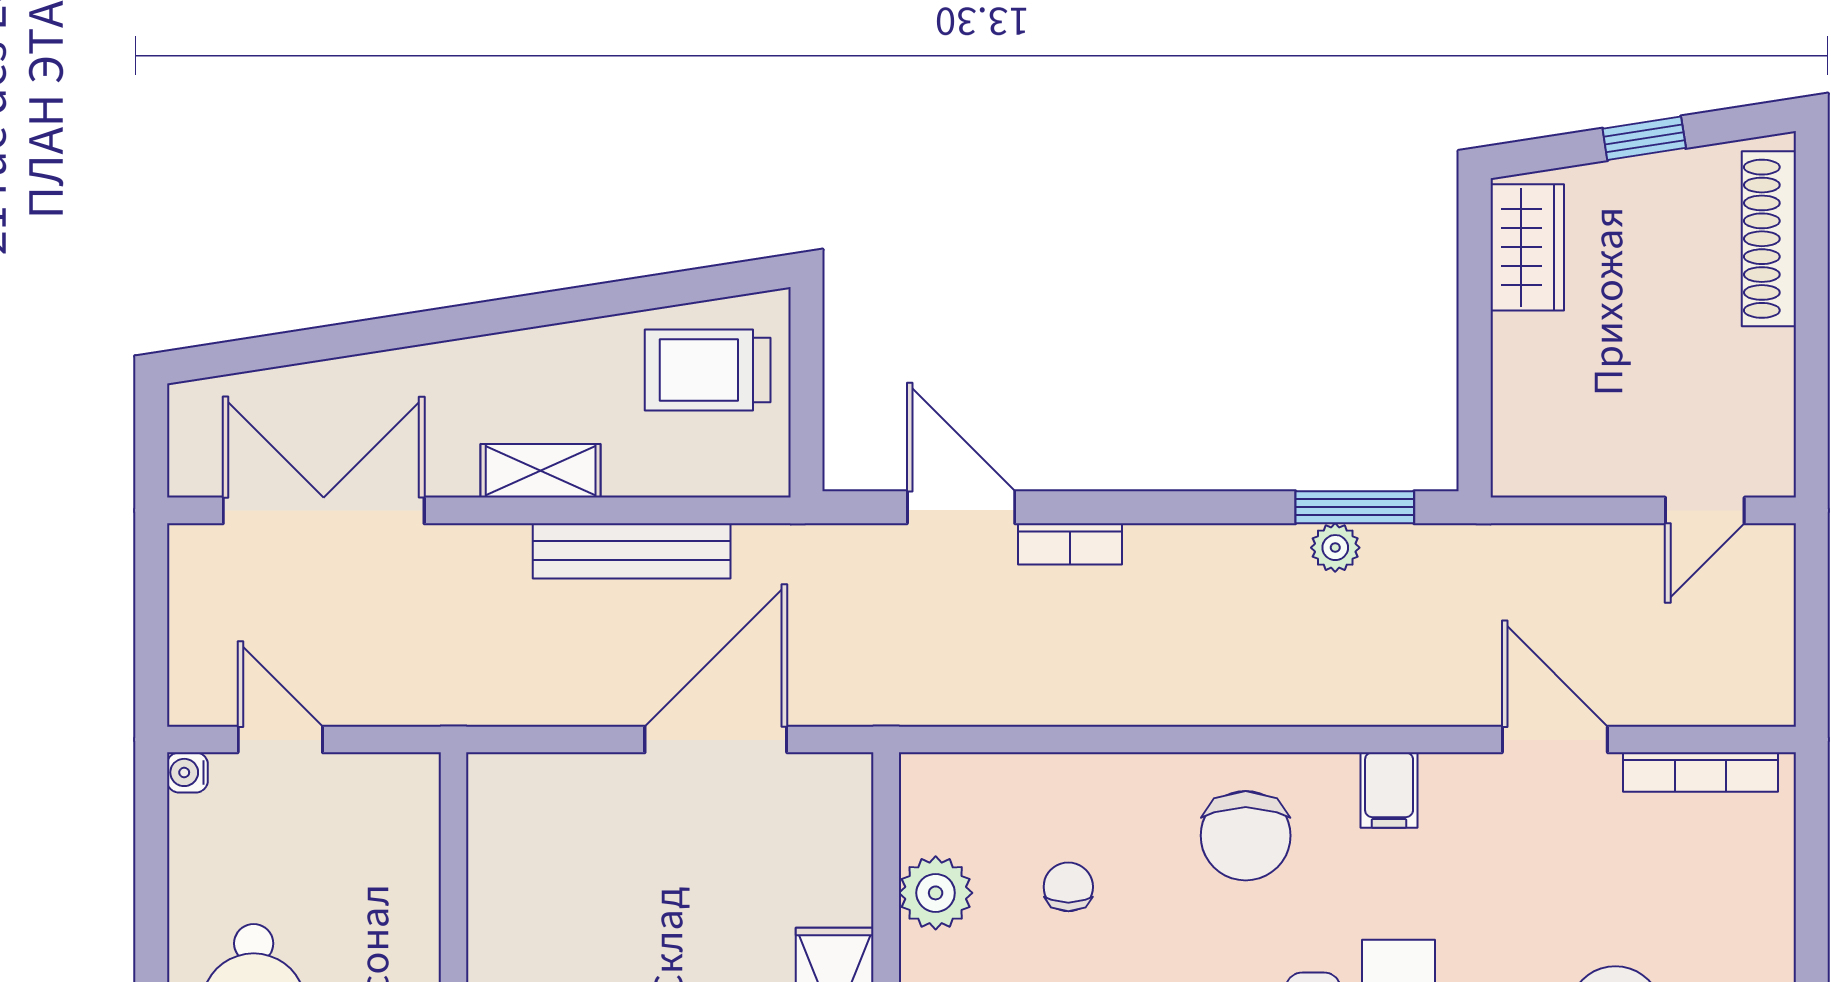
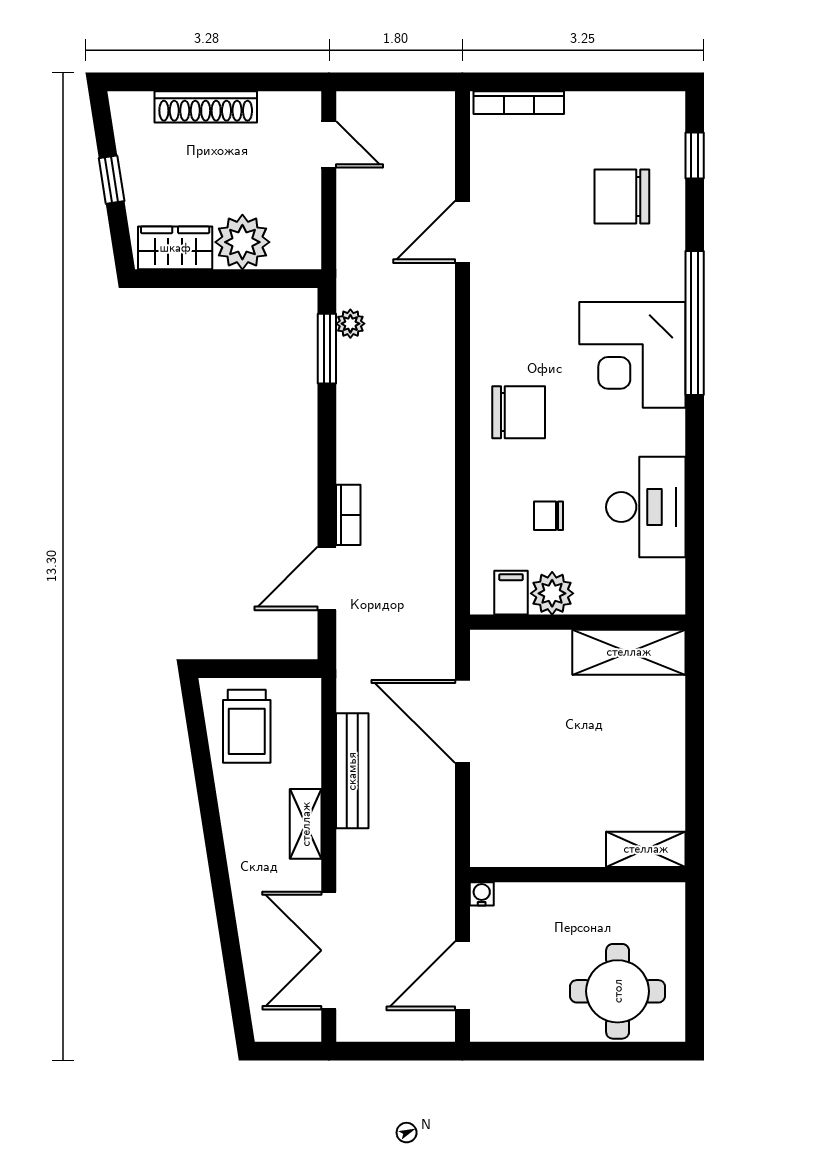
shoe rack: (1769, 239) -> (206, 107), moved
plant: (1537, 363) -> (242, 242), added
plant: (1335, 548) -> (350, 324), moved
door: (280, 740) -> (462, 976), width x1.38
water cooler: (187, 772) -> (482, 894), moved, turned 180
bookcase: (1701, 772) -> (519, 103), moved, turned 90
filing cabinet: (1389, 790) -> (511, 593), moved, turned -90

